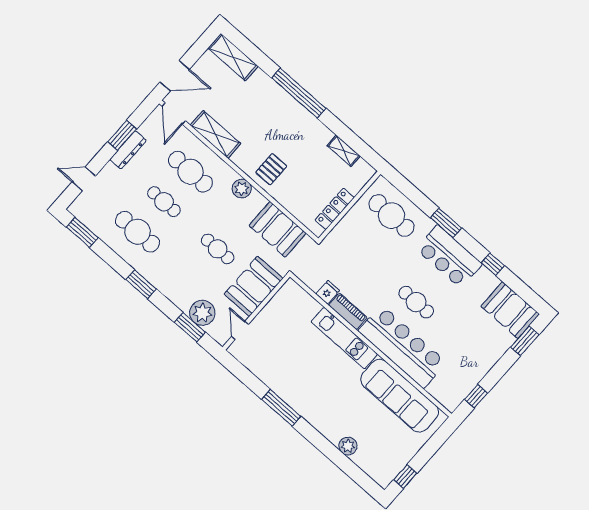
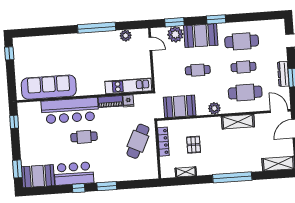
shelving: (215, 134) -> (238, 122), moved
pallet: (271, 169) -> (194, 145), moved
cafe table: (392, 216) -> (138, 141), moved, turned -64
window: (82, 232) -> (266, 16), removed
bar counter: (449, 257) -> (74, 174), moved
window: (493, 264) -> (79, 188), moved
booth: (254, 286) -> (201, 36), moved, turned 90
kitchen unit: (344, 338) -> (128, 86), moved
window: (281, 408) -> (97, 28), width x1.46
plant: (348, 446) -> (126, 36), moved

